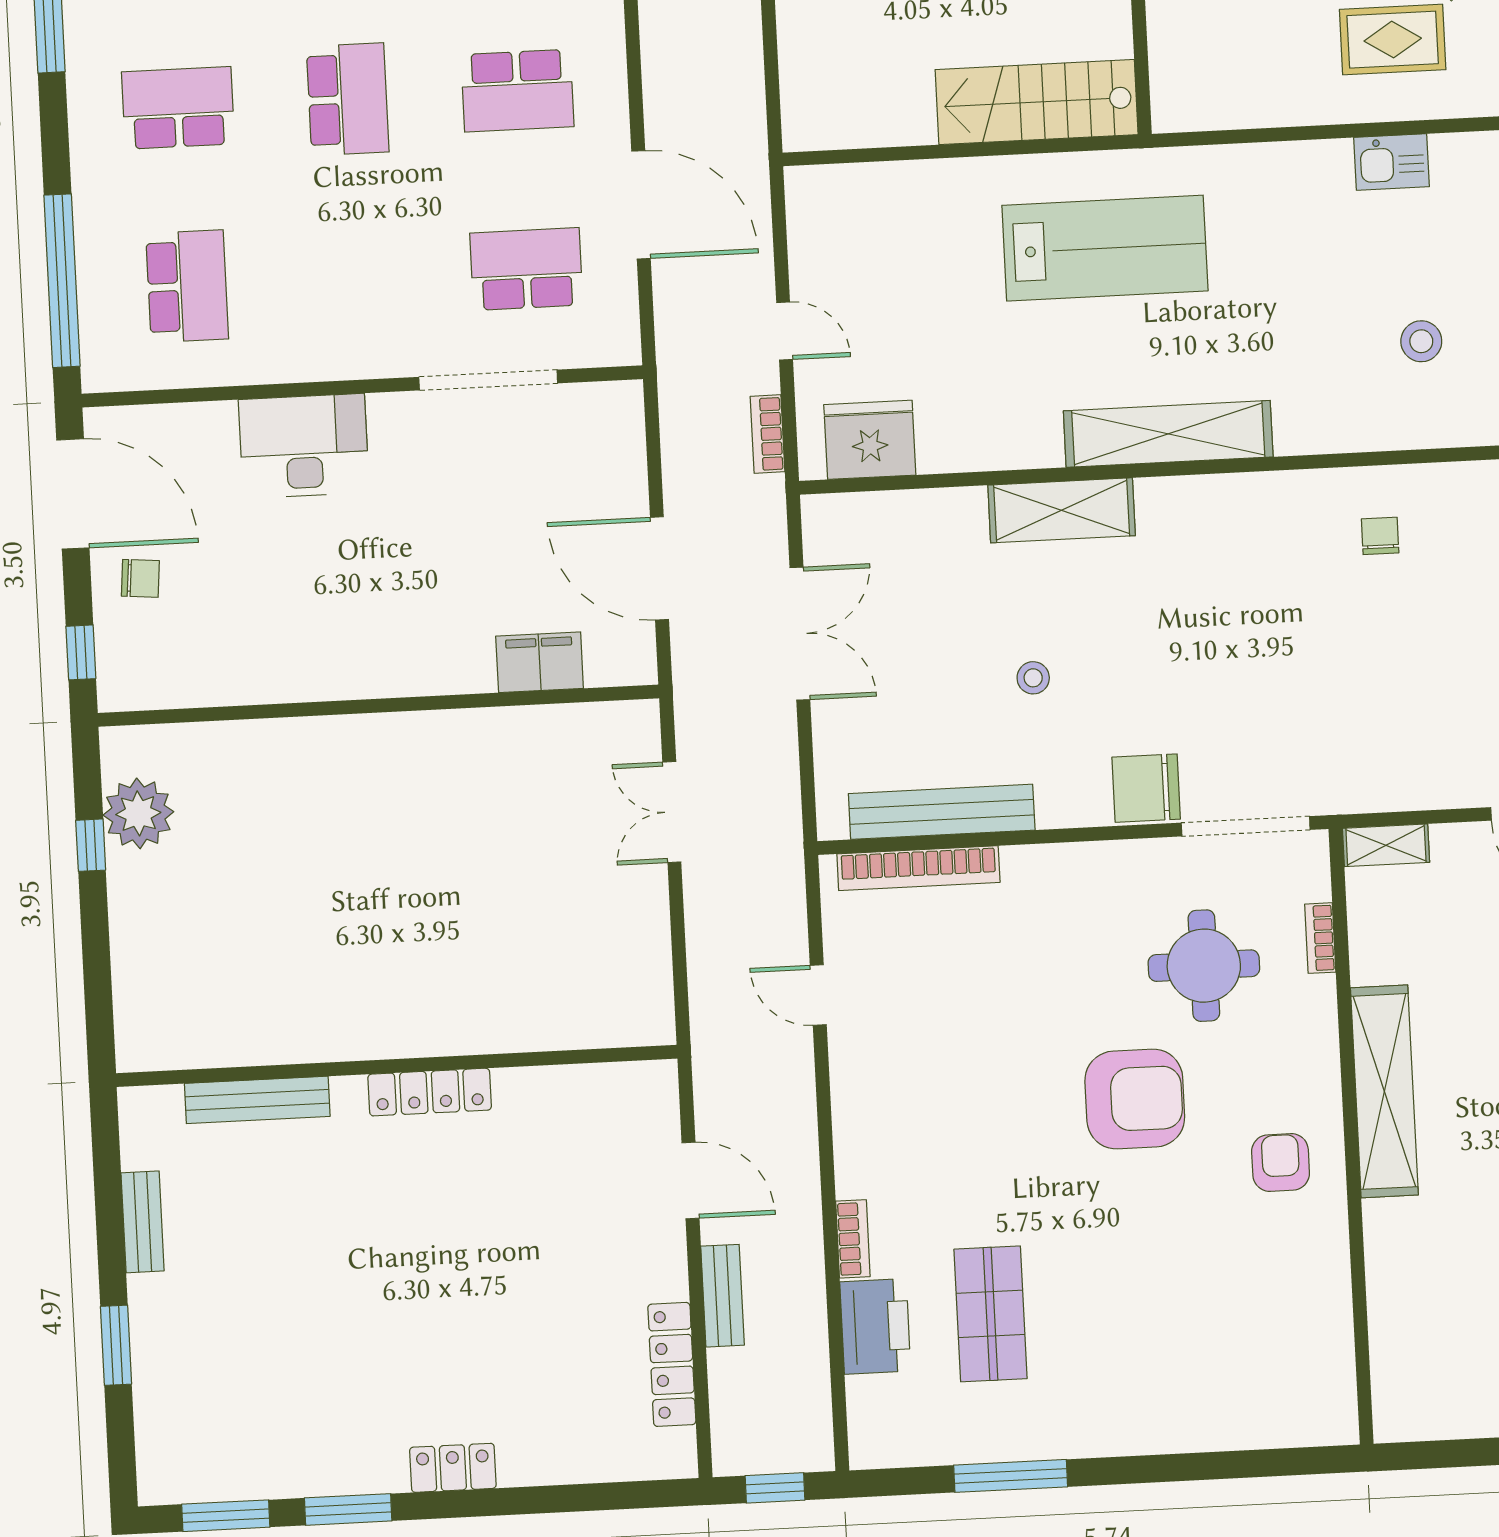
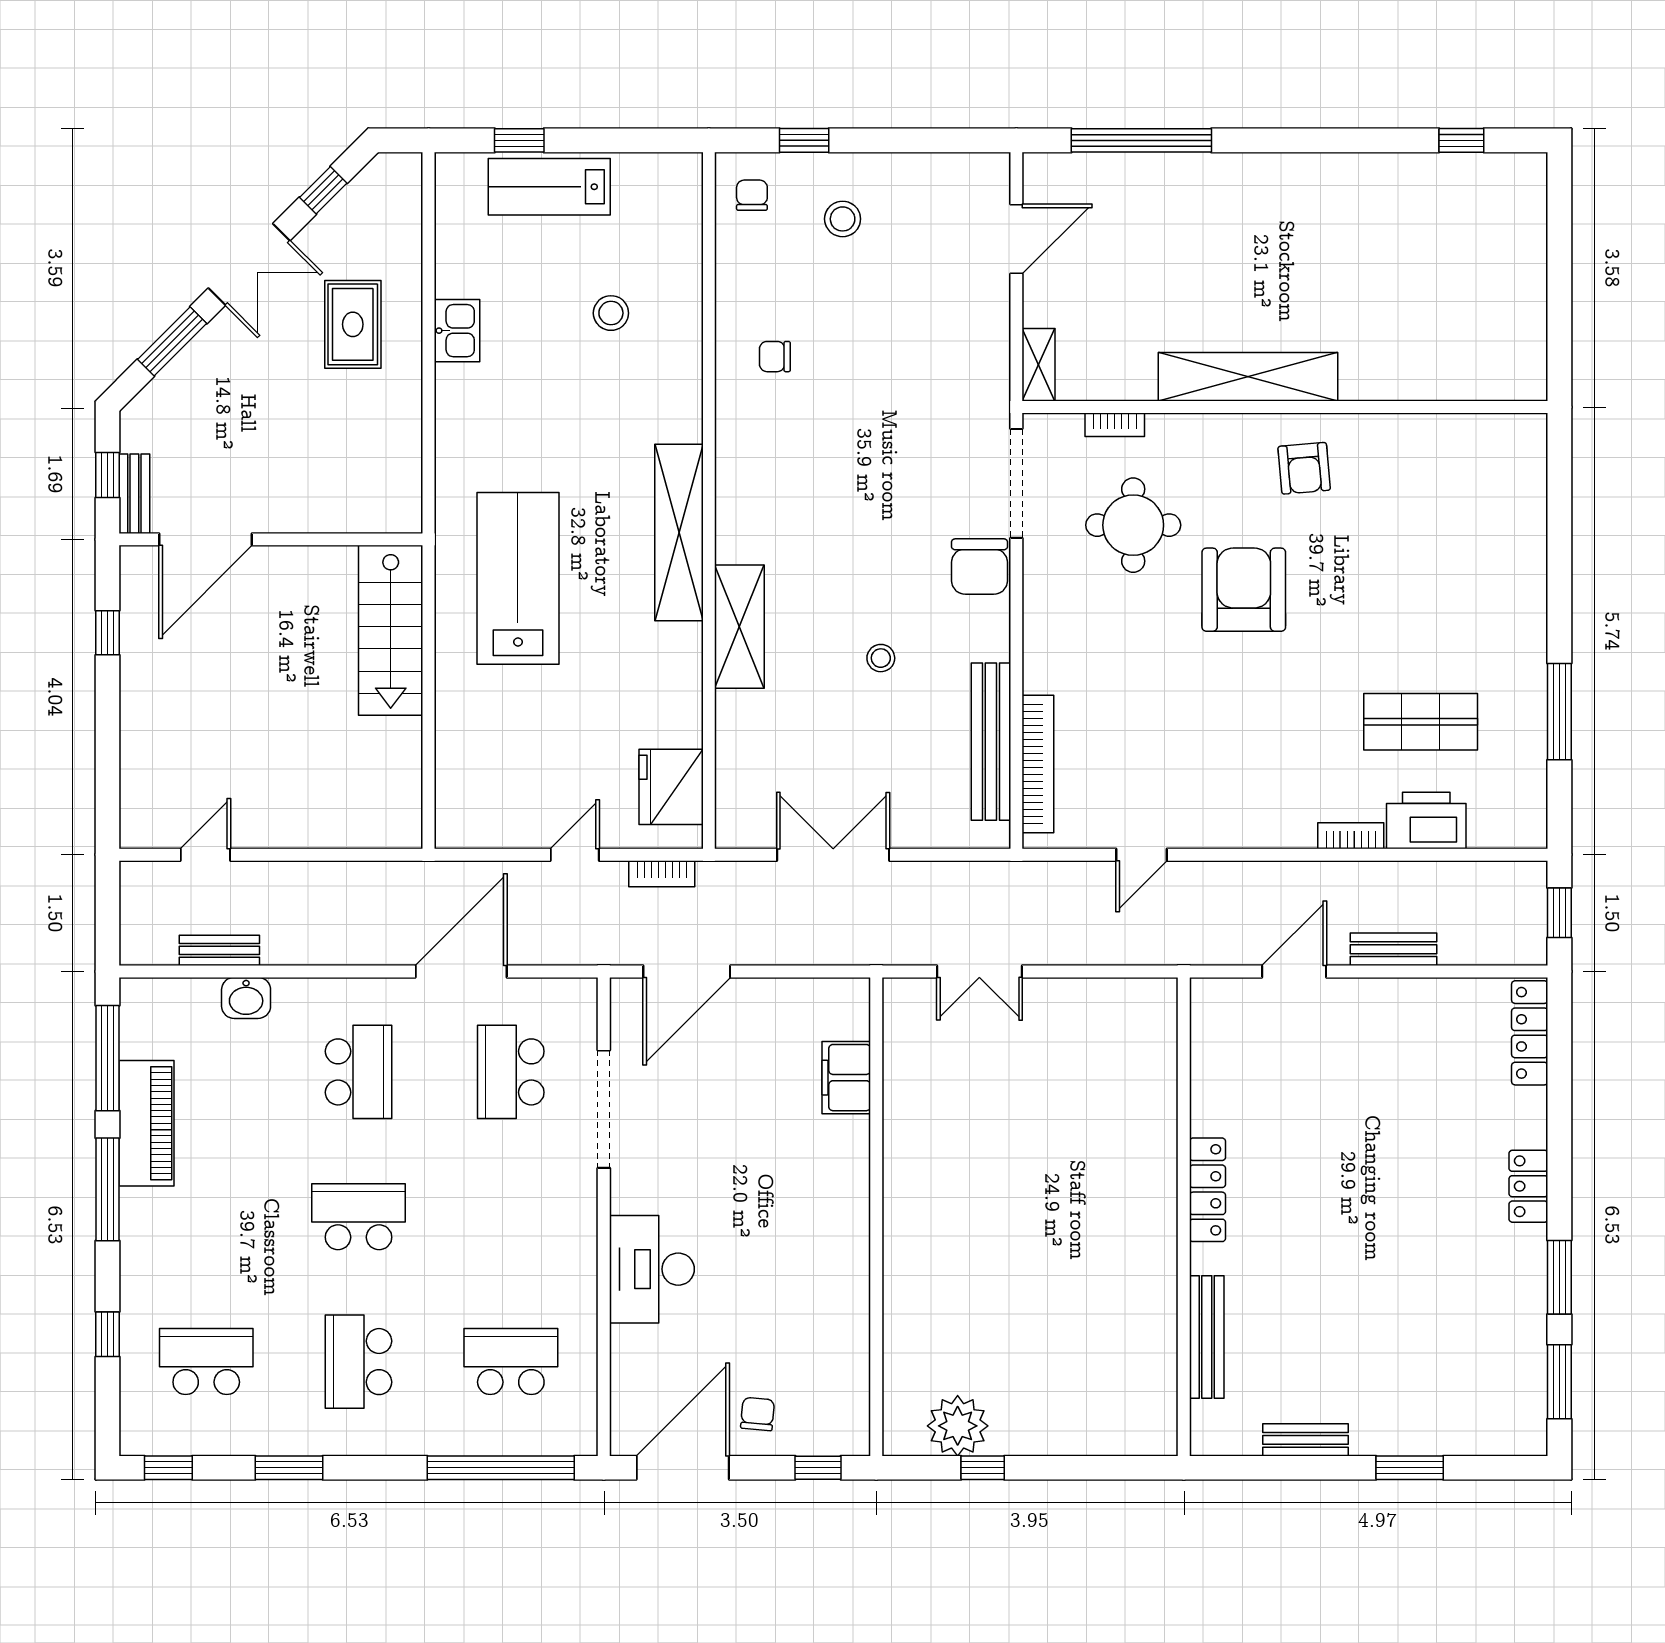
door: (659, 568) -> (687, 971), moved
armchair: (1281, 1162) -> (1304, 468), turned -95
locker: (672, 1364) -> (1530, 1033), moved, turned 90

